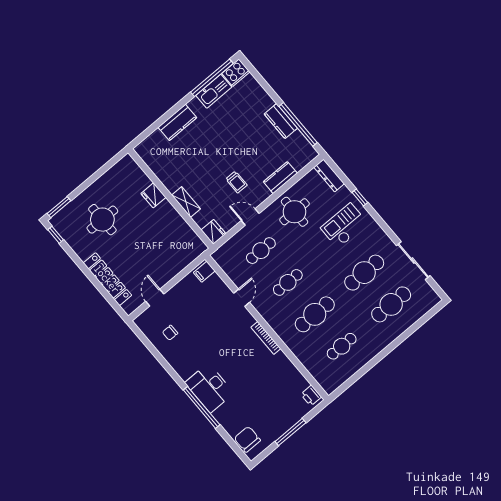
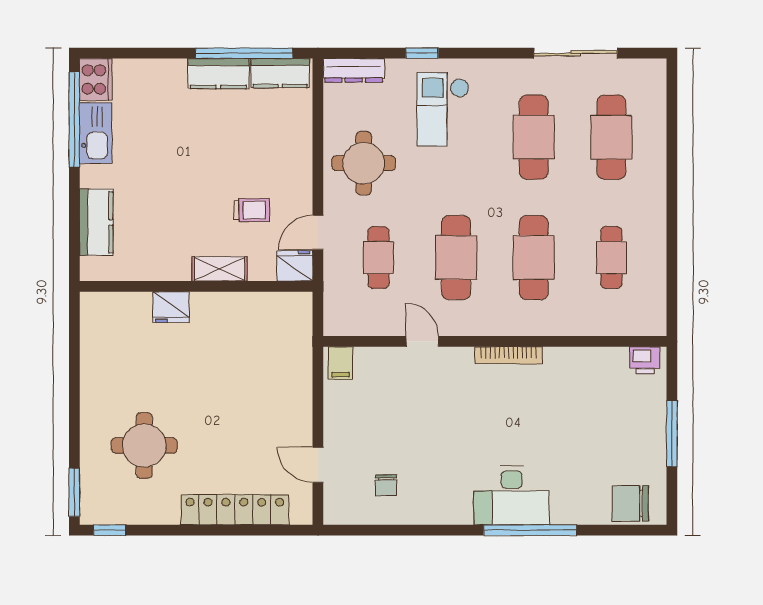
kitchen counter: (280, 178) -> (280, 73), moved, turned -90
fridge: (153, 195) -> (171, 307), moved
wall: (171, 198) -> (196, 286), moved
shelving: (186, 202) -> (220, 269), moved
fridge: (213, 232) -> (295, 266), moved
cafe table: (288, 282) -> (456, 258), width x1.37, depth x1.35

